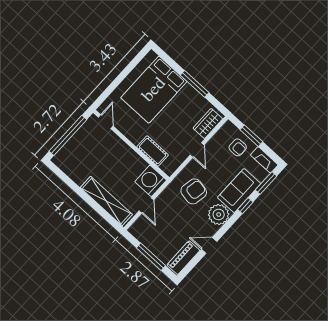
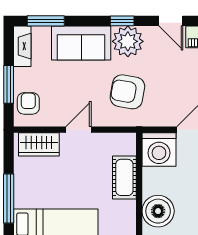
armchair: (238, 147) -> (28, 103), moved
boiler: (120, 152) -> (158, 211), added
window: (245, 206) -> (122, 21), moved

